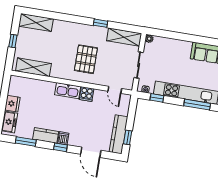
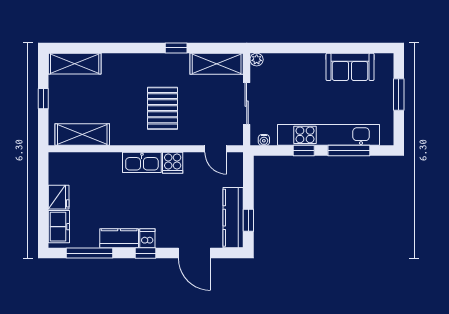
window: (157, 98) -> (304, 150), moved
window: (26, 142) -> (89, 253), width x1.44

